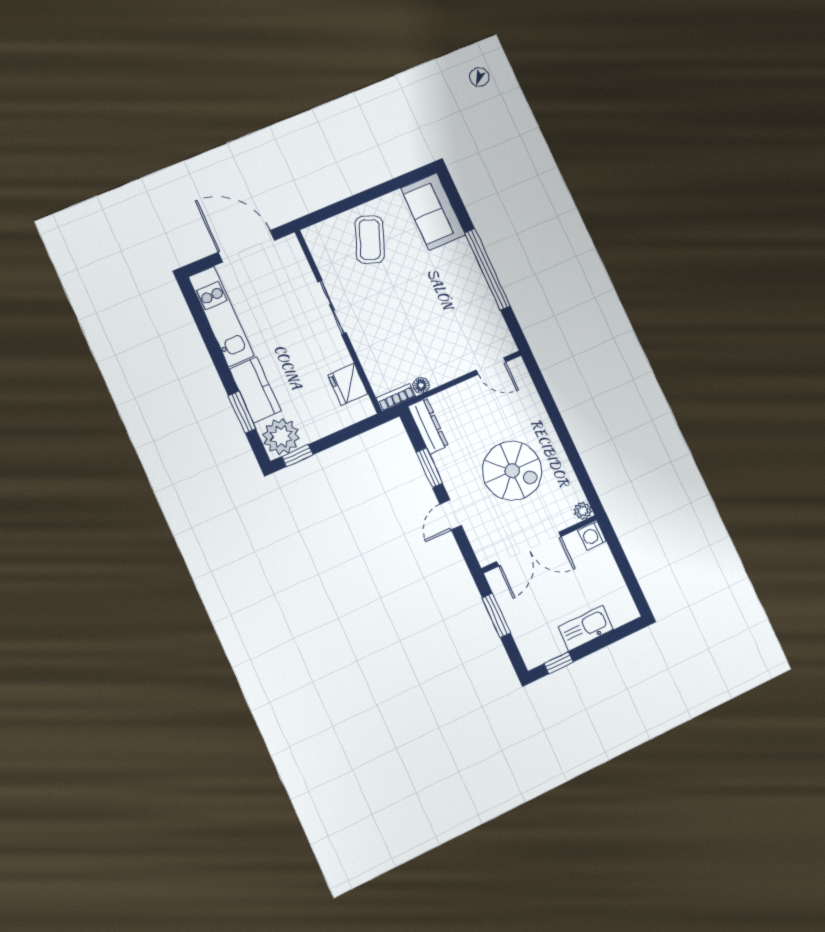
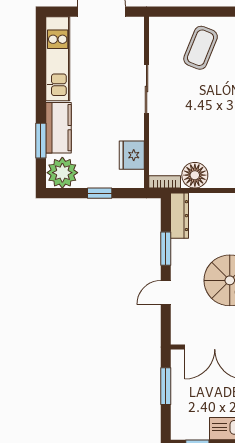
floor lamp: (421, 385) -> (195, 175), width x1.89, depth x1.89
window: (297, 456) -> (100, 193), moved

